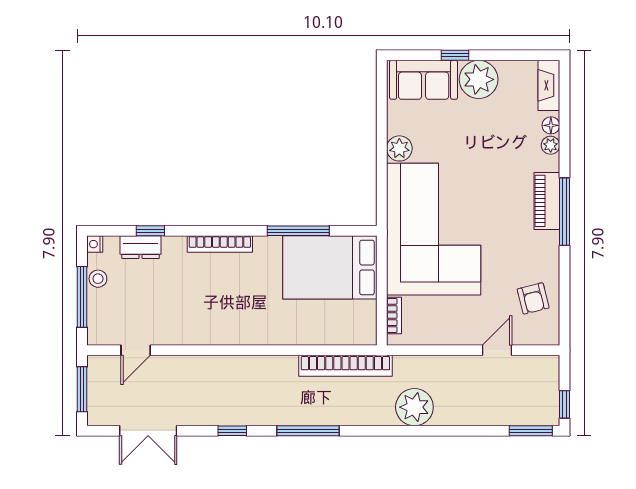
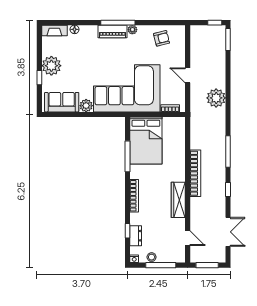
sofa: (424, 80) -> (62, 102), moved, turned -90
plant: (551, 145) -> (132, 30), moved
wardrobe: (212, 332) -> (178, 200), added
door: (497, 350) -> (188, 75), moved
bookcase: (345, 366) -> (195, 173), moved

